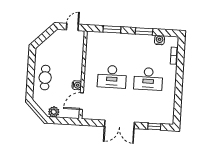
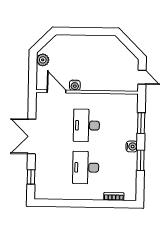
water cooler: (159, 40) -> (132, 146), moved
cafe table: (45, 78) -> (82, 48), removed

